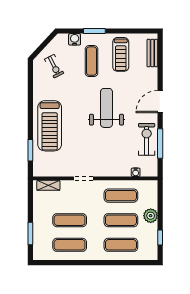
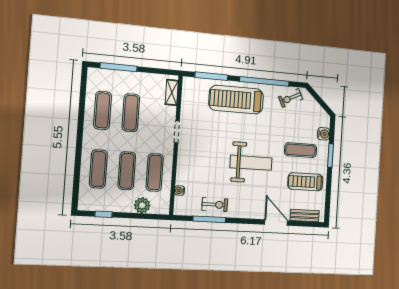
exercise bike: (54, 66) -> (291, 98), moved
window: (30, 100) -> (264, 81), added
door: (160, 102) -> (276, 223), moved
exercise bike: (147, 139) -> (215, 205), width x0.73, depth x0.72
window: (30, 150) -> (211, 76), width x1.44
plant: (151, 216) -> (142, 205), moved
window: (30, 234) -> (119, 67), width x1.44

